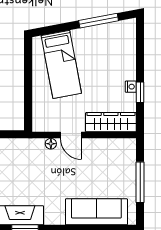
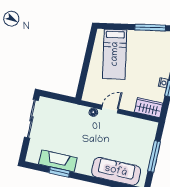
wardrobe: (111, 122) -> (149, 108), width x0.67
door: (71, 135) -> (110, 109), swing flipped

